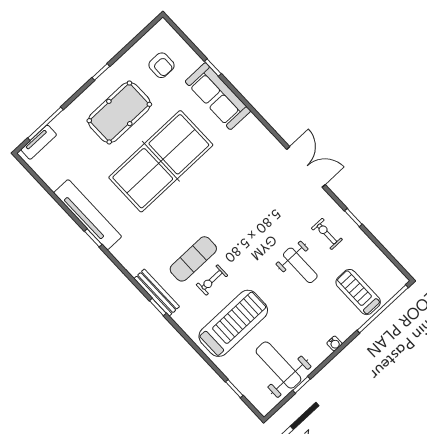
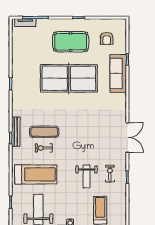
tv unit: (88, 215) -> (17, 72), removed

